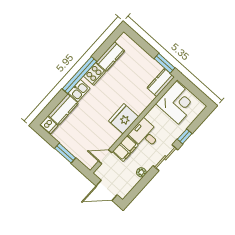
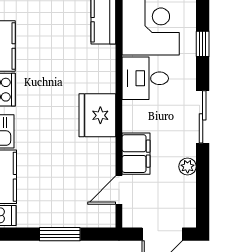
desk: (145, 134) -> (145, 78), moved
window: (185, 136) -> (203, 44), moved

